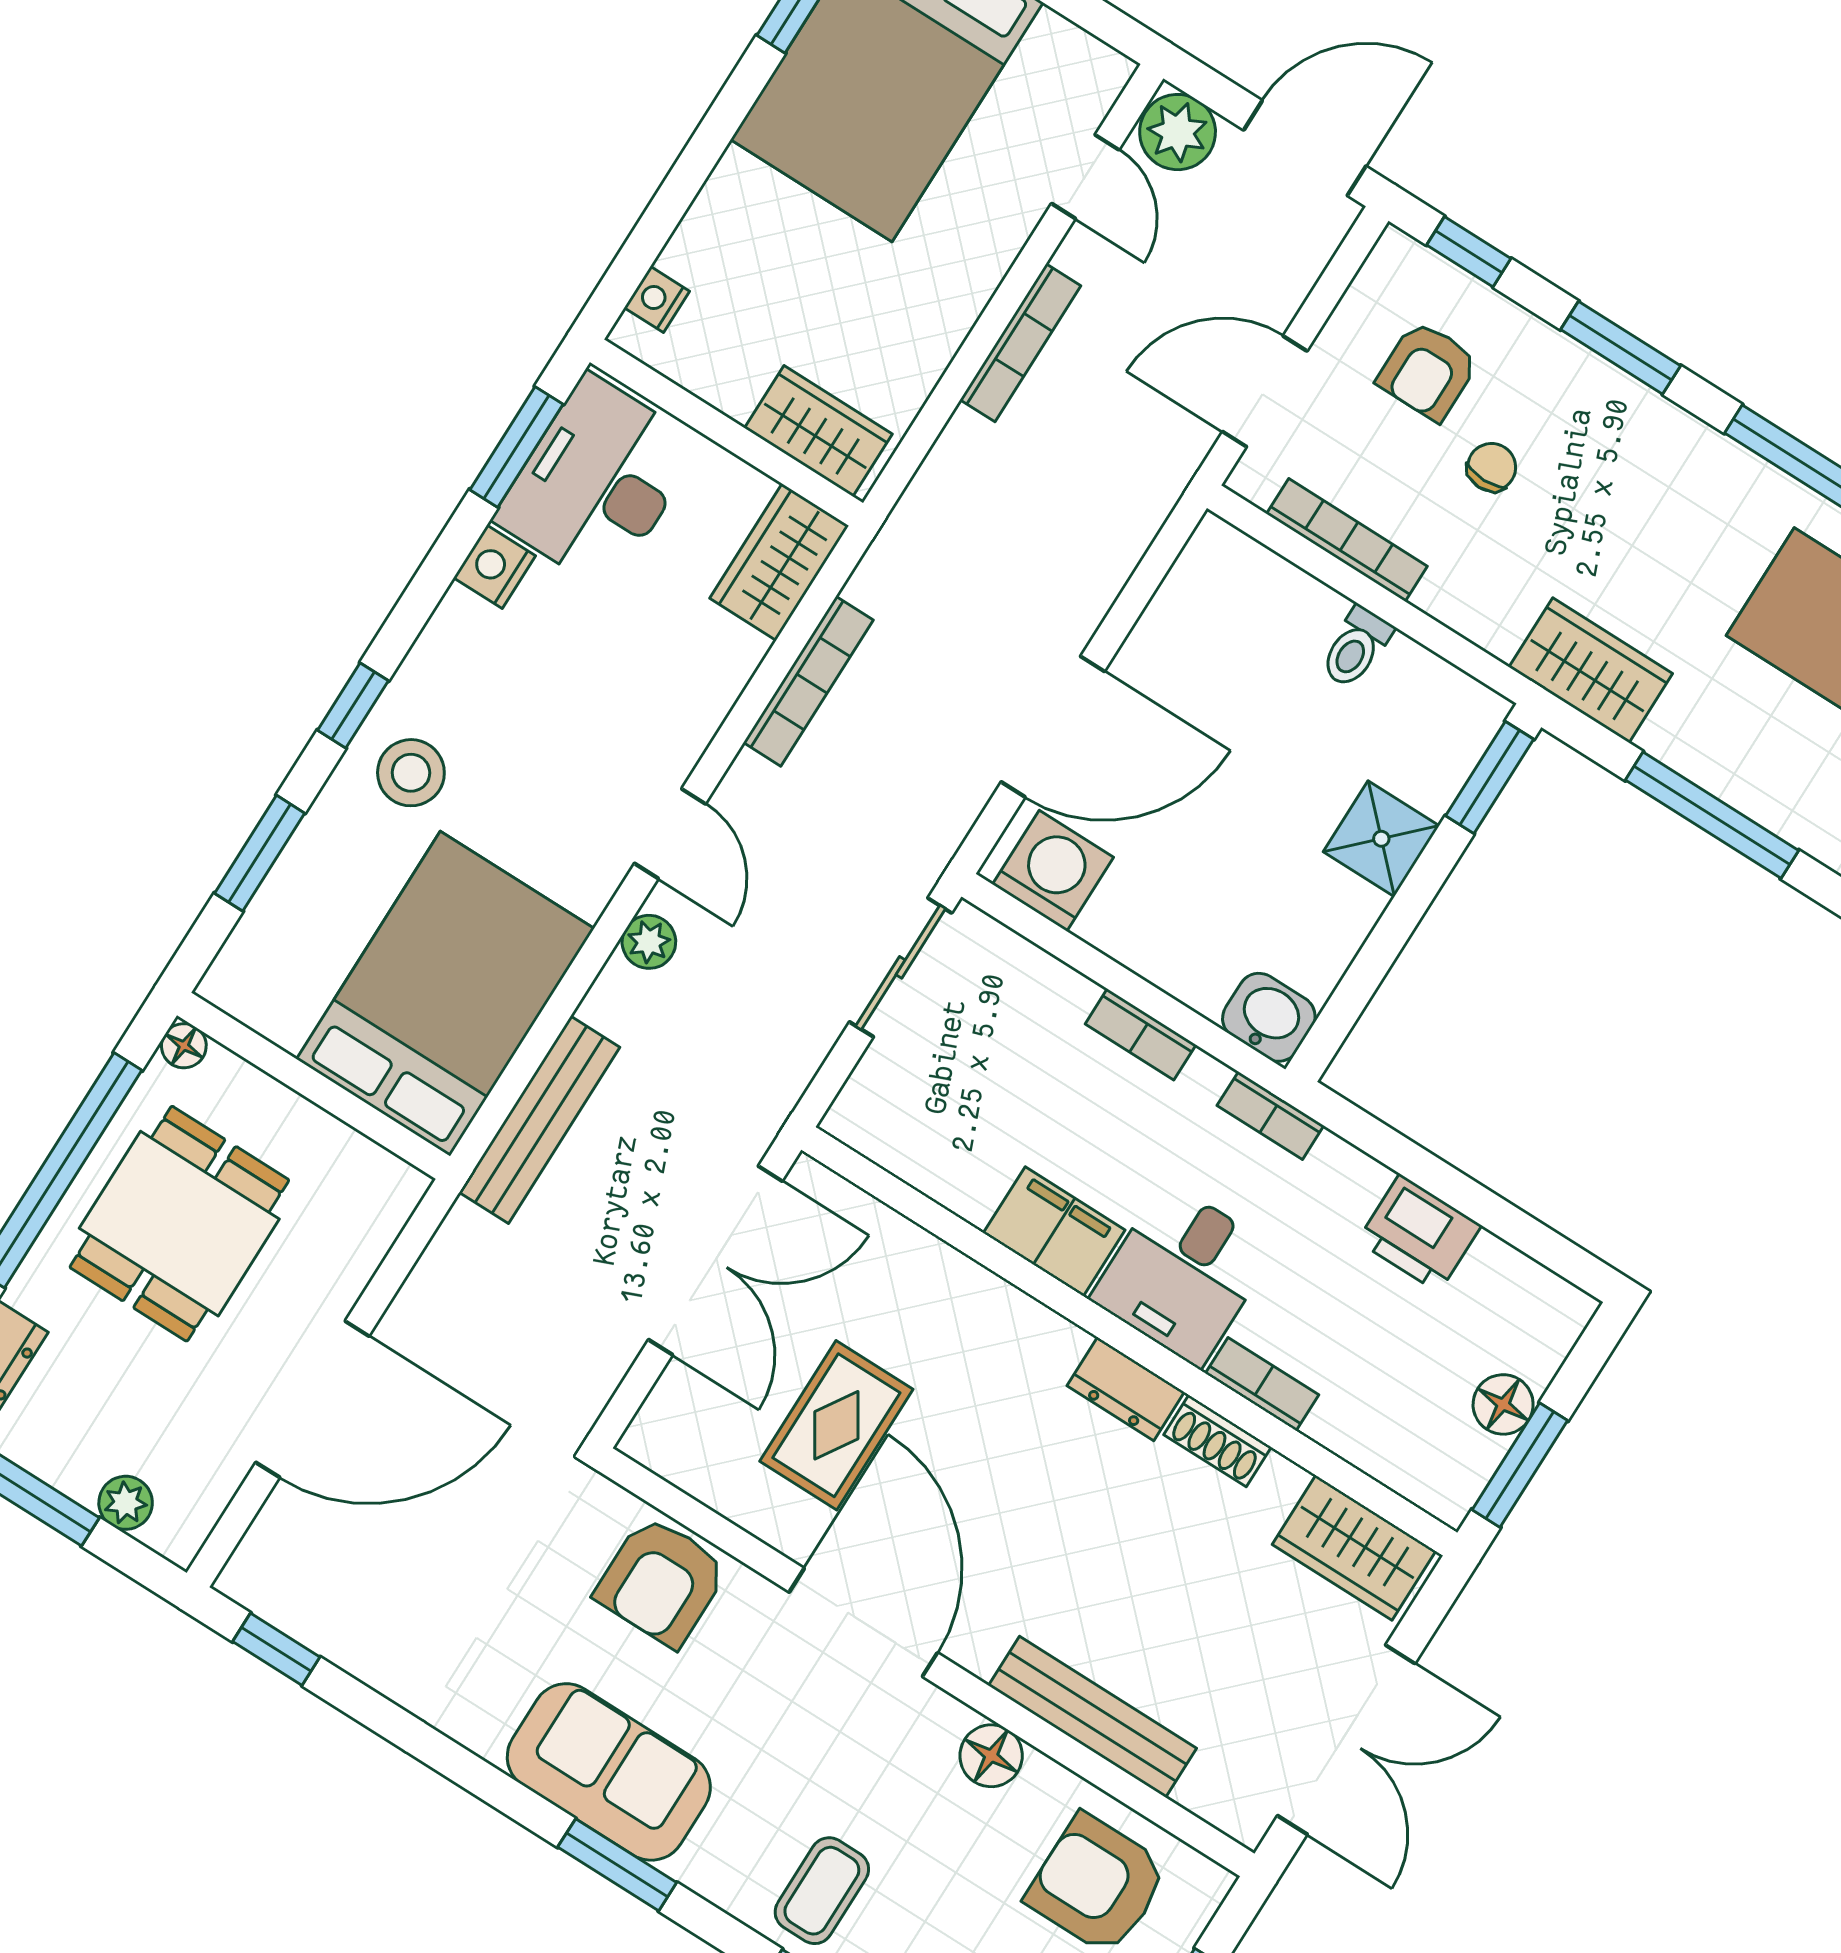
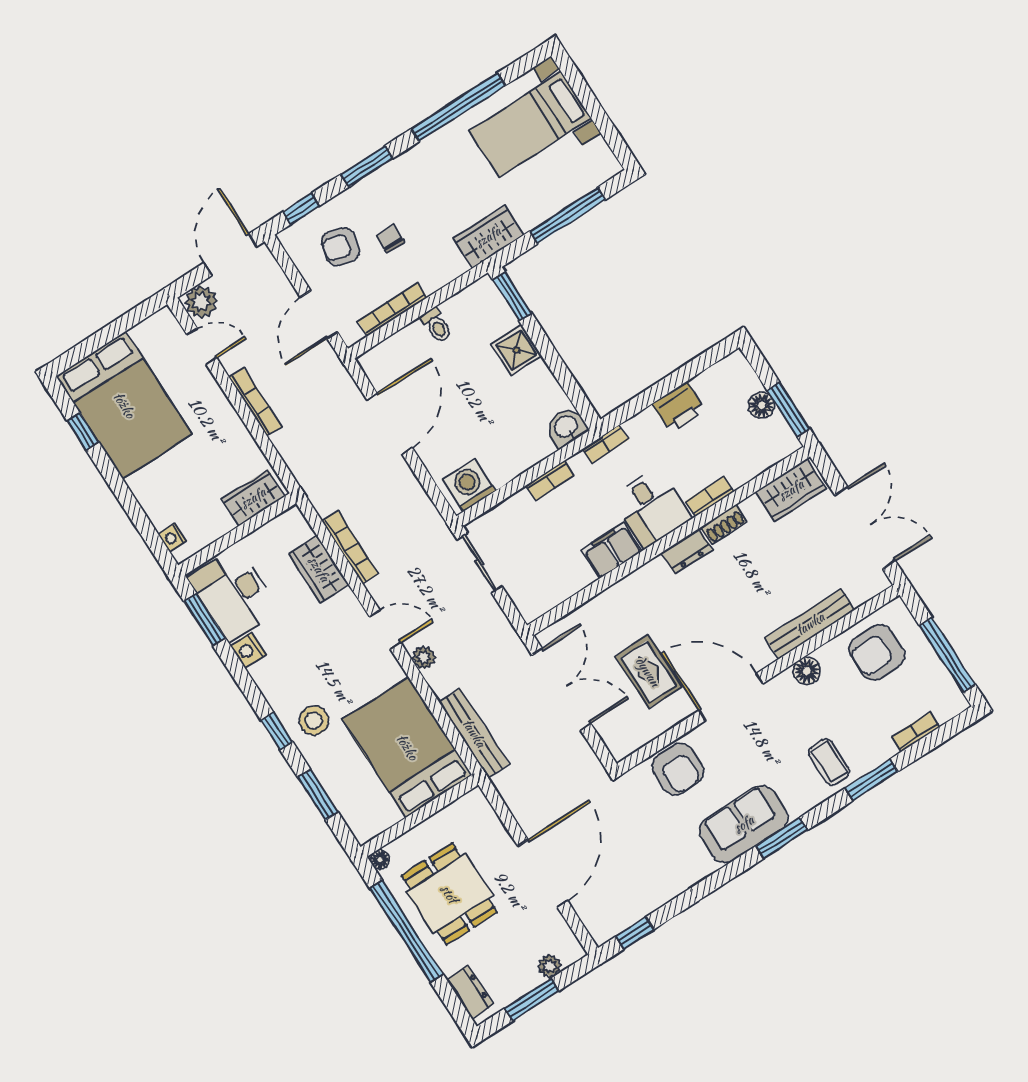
armchair: (1428, 371) -> (341, 247), turned 105
wardrobe: (779, 562) -> (319, 569), moved
door: (1053, 727) -> (390, 424), moved

